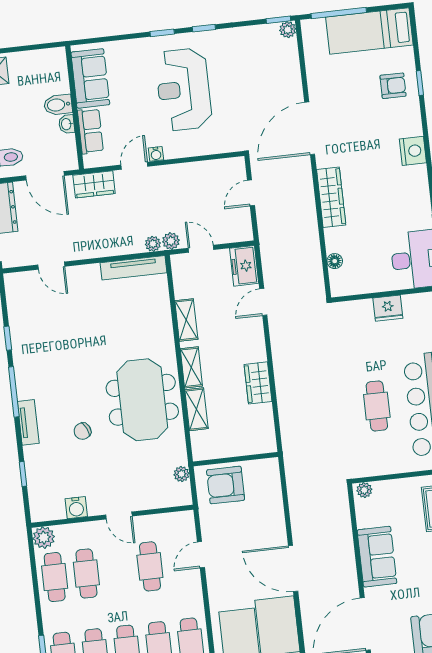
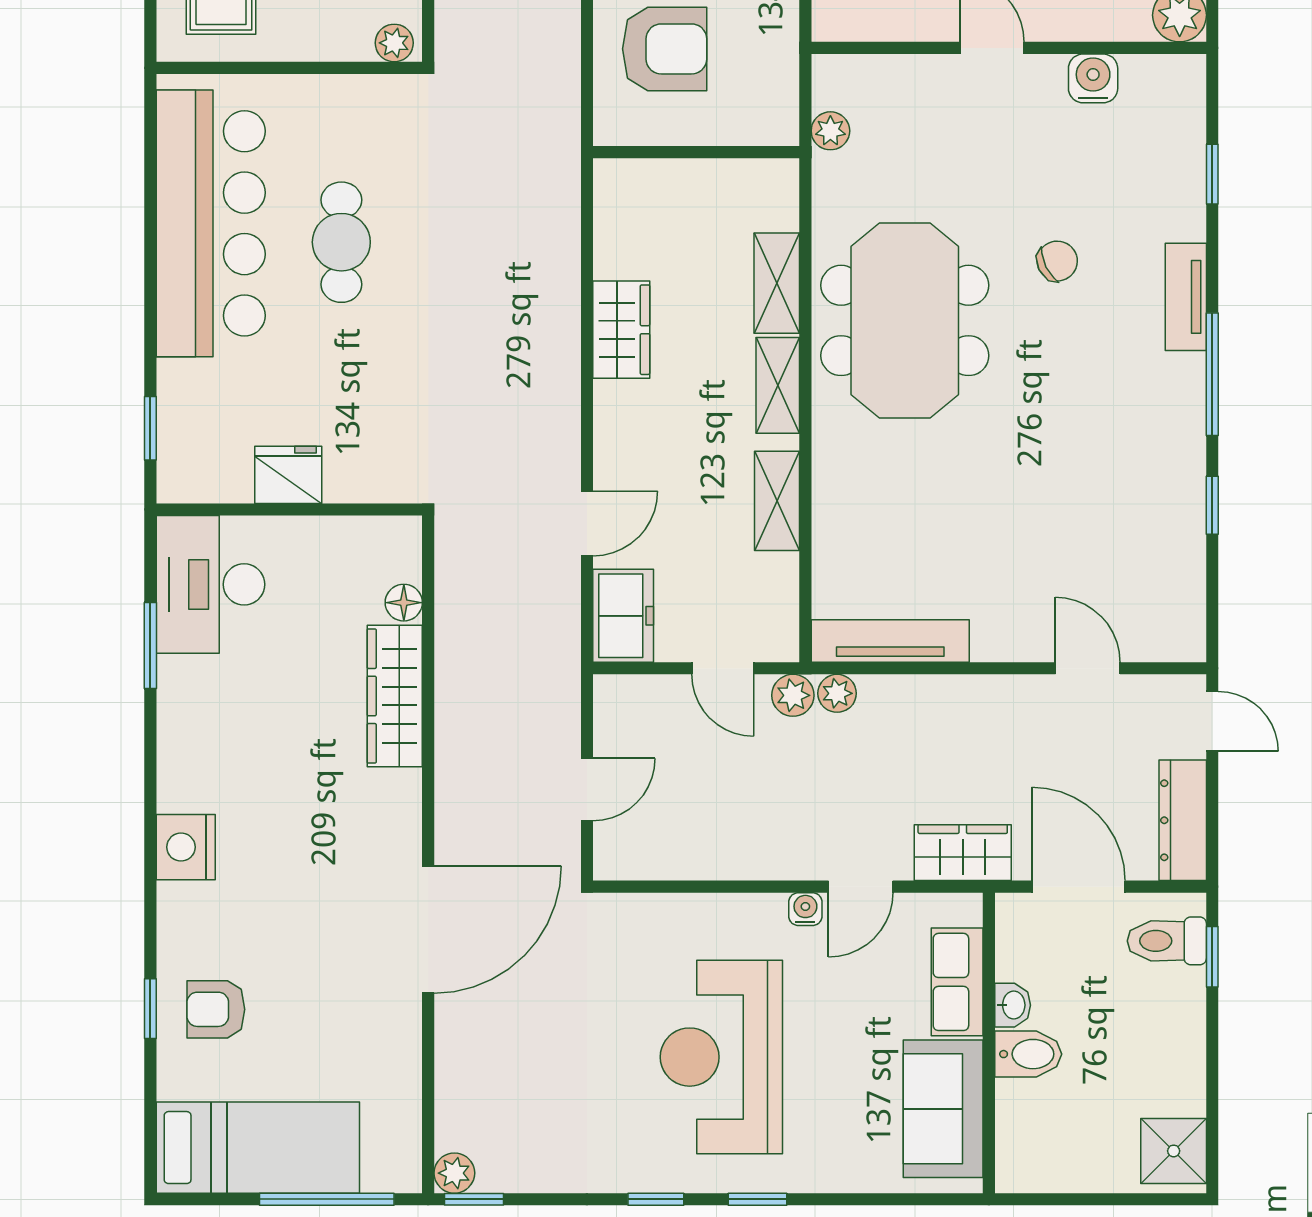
reception desk: (184, 89) -> (721, 1057), turned 180
wardrobe: (331, 197) -> (395, 696), moved
armchair: (226, 485) -> (665, 49), moved

